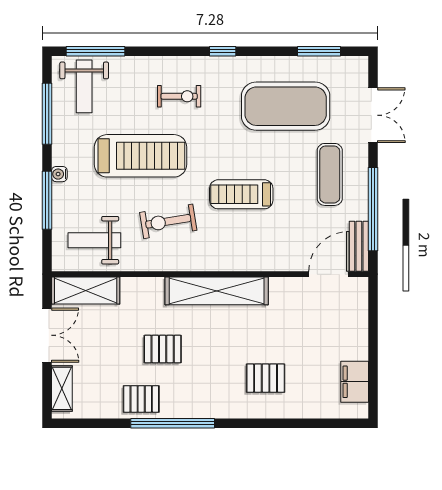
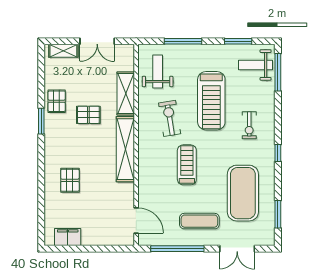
window: (47, 114) -> (238, 41), width x0.69
water cooler: (59, 174) -> (200, 49), removed
bench: (359, 246) -> (154, 240), removed
shelving: (86, 290) -> (126, 94), moved
pallet: (163, 349) -> (88, 115), turned 90
window: (173, 423) -> (41, 121), width x0.47

